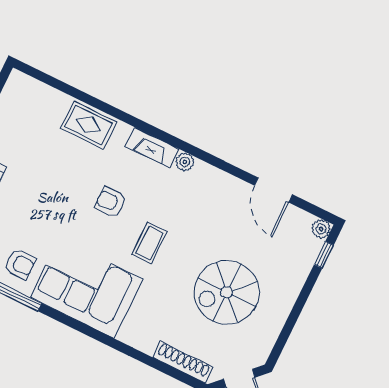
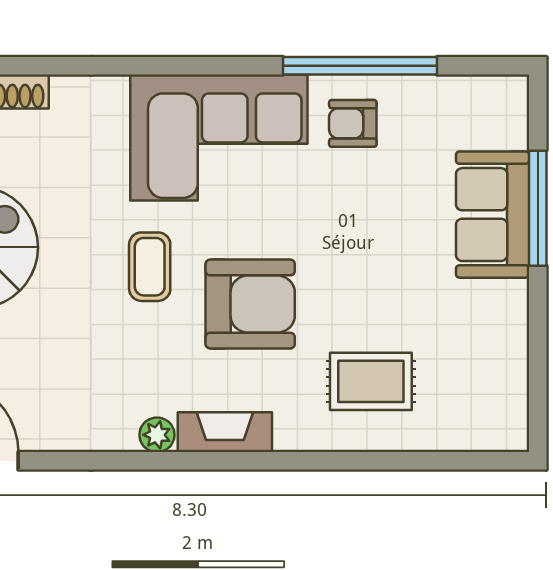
rug: (89, 125) -> (371, 381), moved
armchair: (110, 202) -> (250, 304), width x1.88, depth x1.88

